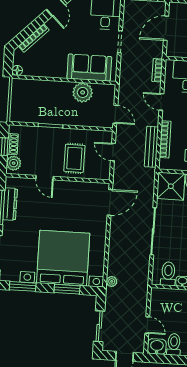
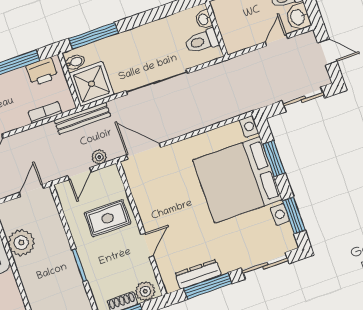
bookcase: (165, 139) -> (45, 112), width x0.64
bench: (151, 147) -> (82, 118), moved
plant: (112, 281) -> (99, 157), moved

